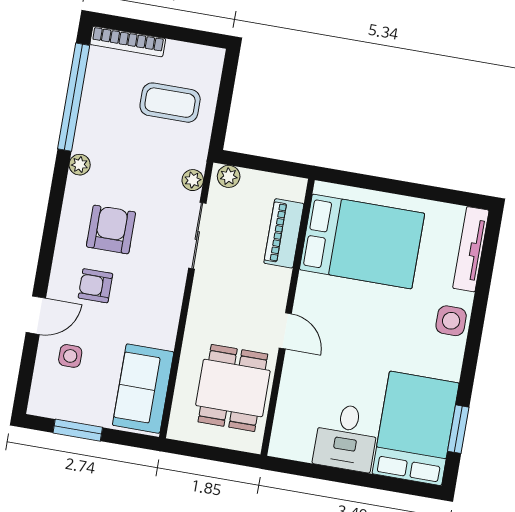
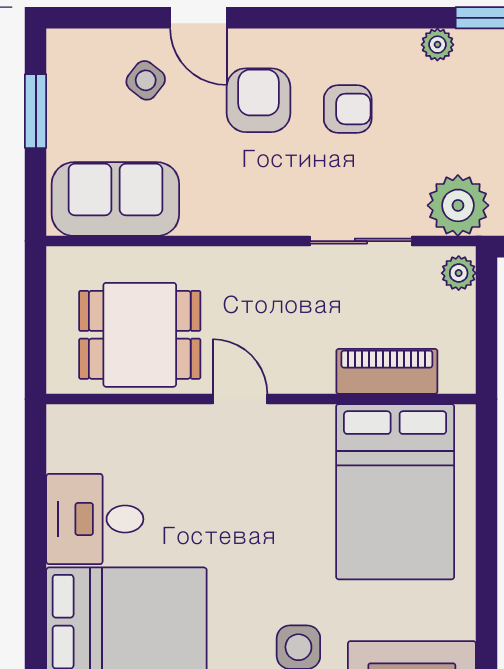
plant: (193, 180) -> (458, 205), width x1.88, depth x1.88
armchair: (111, 229) -> (348, 109), width x0.72, depth x0.72
armchair: (95, 286) -> (259, 100), width x1.38, depth x1.38
door: (285, 331) -> (240, 399), swing flipped
side table: (70, 356) -> (146, 80), turned 38

